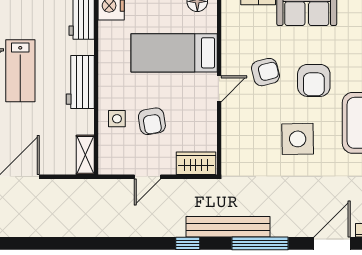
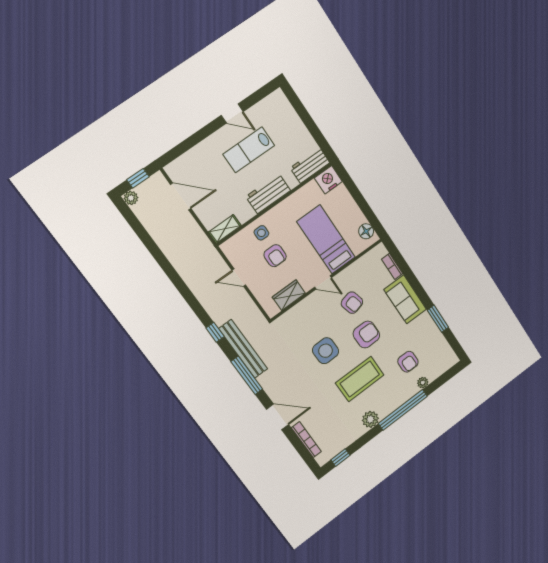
armchair: (314, 80) -> (366, 334), turned 180
armchair: (152, 121) -> (275, 256), turned -81
wardrobe: (196, 163) -> (289, 295), moved, turned -90

